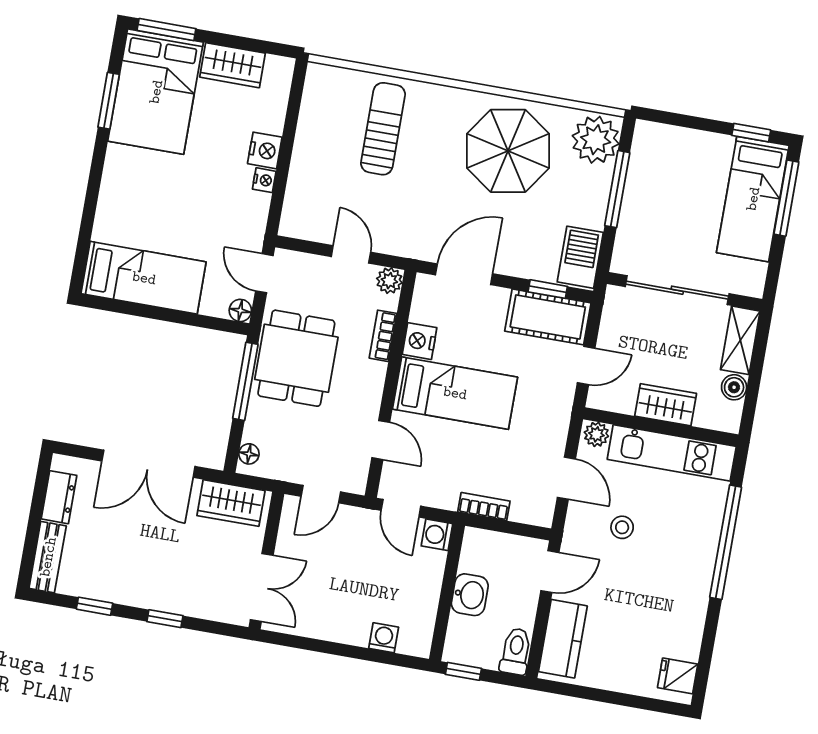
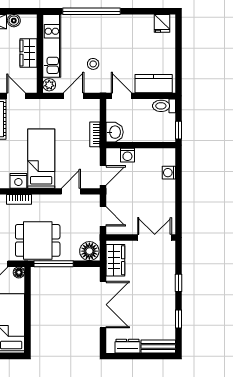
floor lamp: (249, 454) -> (89, 251), width x1.89, depth x1.89
washing machine: (437, 535) -> (127, 155), moved
washbasin: (470, 595) -> (115, 132), moved, turned 90

